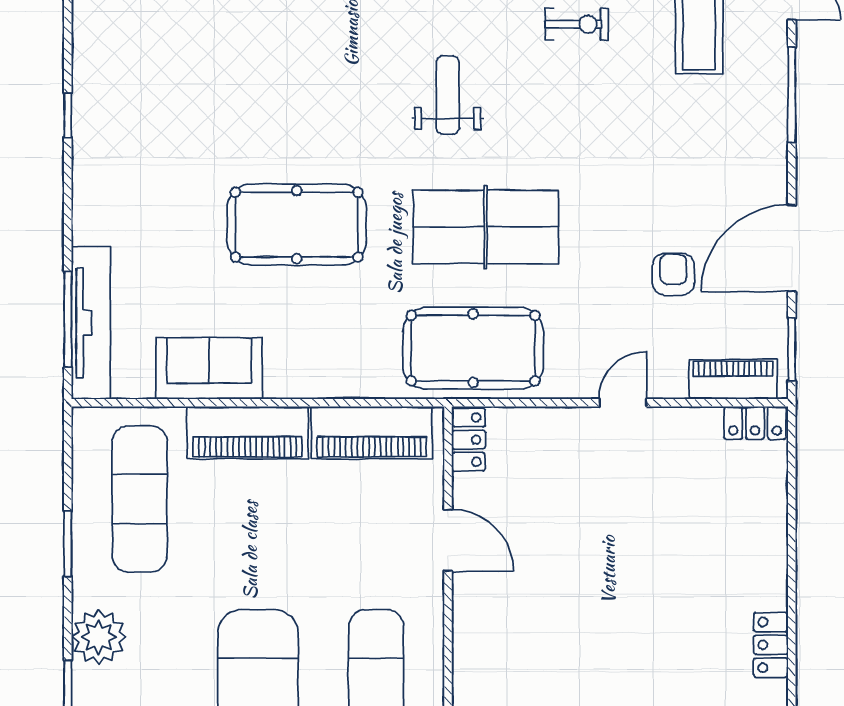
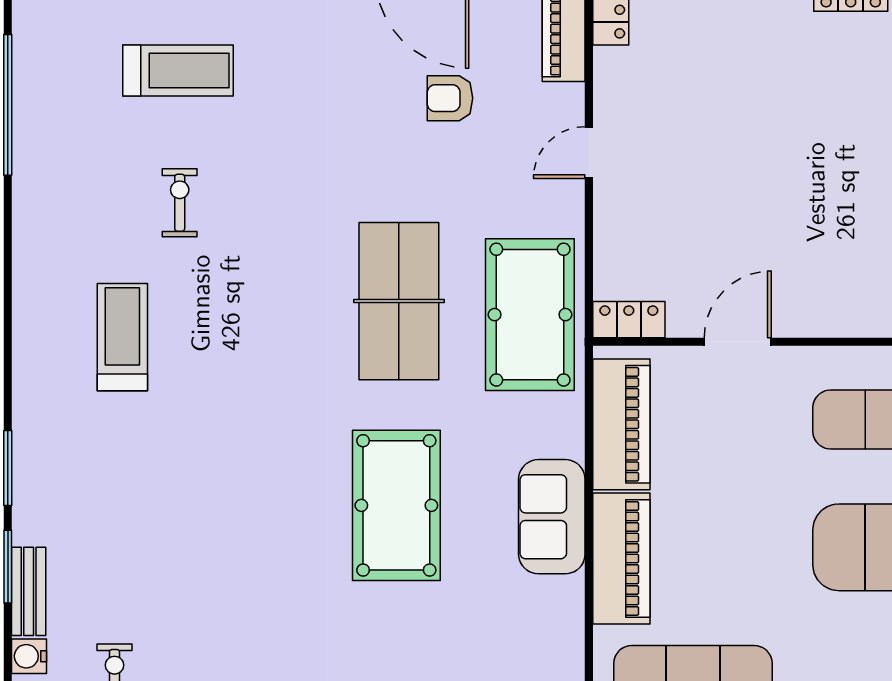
weight bench: (448, 95) -> (256, 342), removed
sofa: (209, 368) -> (552, 517), moved
door: (623, 403) -> (589, 153), hinge flipped

